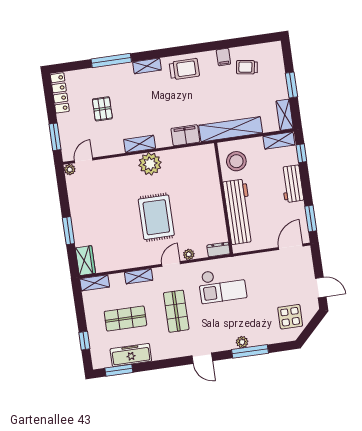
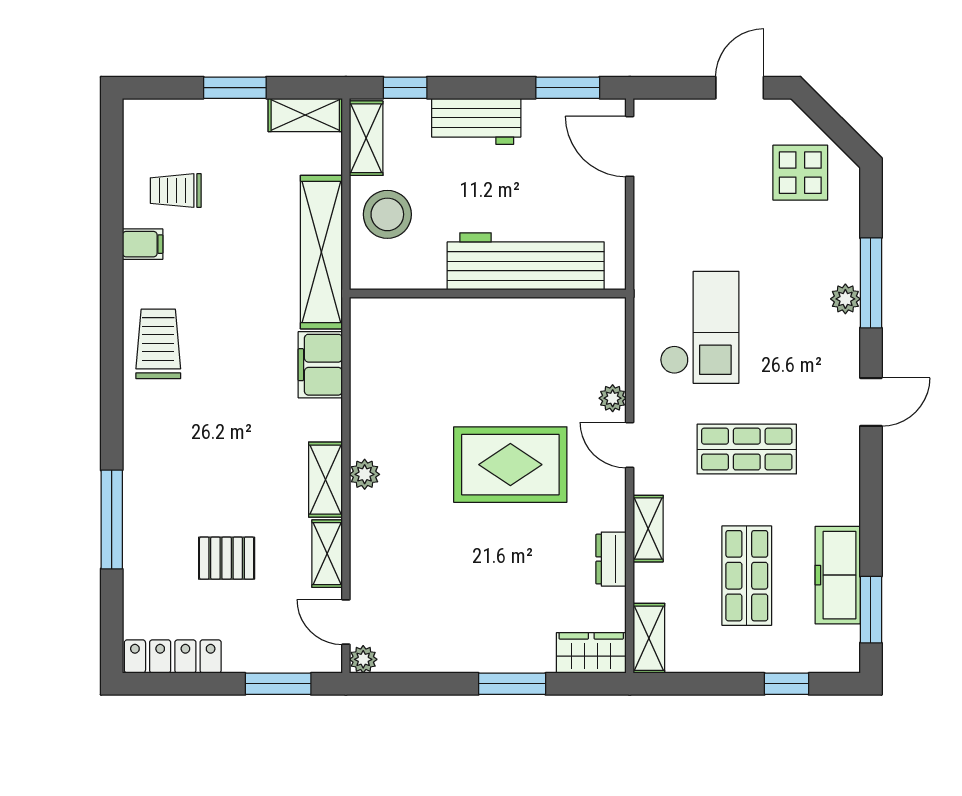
shelving: (147, 66) -> (327, 554), moved
trolley: (247, 67) -> (176, 191), turned 81
stool: (236, 161) -> (387, 214), moved
plant: (150, 164) -> (365, 474), width x0.53, depth x0.53
dresser: (218, 249) -> (611, 559), moved

